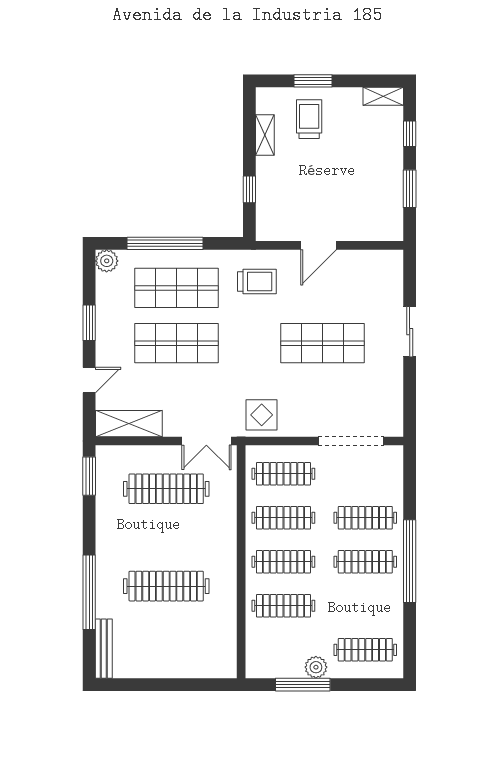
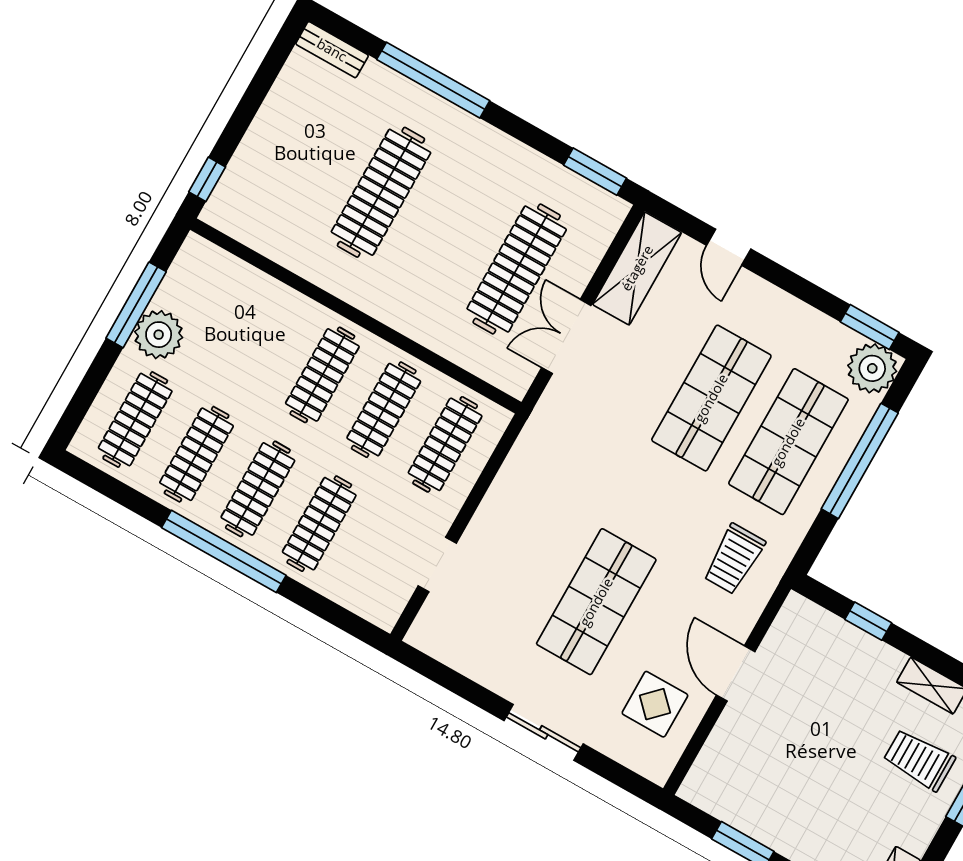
trolley: (309, 119) -> (919, 760), turned 180
plant: (107, 261) -> (872, 368), width x1.36, depth x1.36
window: (89, 323) -> (870, 327), moved
display table: (262, 415) -> (655, 704), moved
double door: (206, 441) -> (566, 336), moved
doorway: (351, 441) -> (437, 565), width x0.53
clothes rail: (283, 606) -> (197, 454), moved
bench: (104, 649) -> (332, 50), width x0.73
plant: (316, 667) -> (159, 335), width x1.36, depth x1.36
window: (213, 685) -> (207, 179), added

